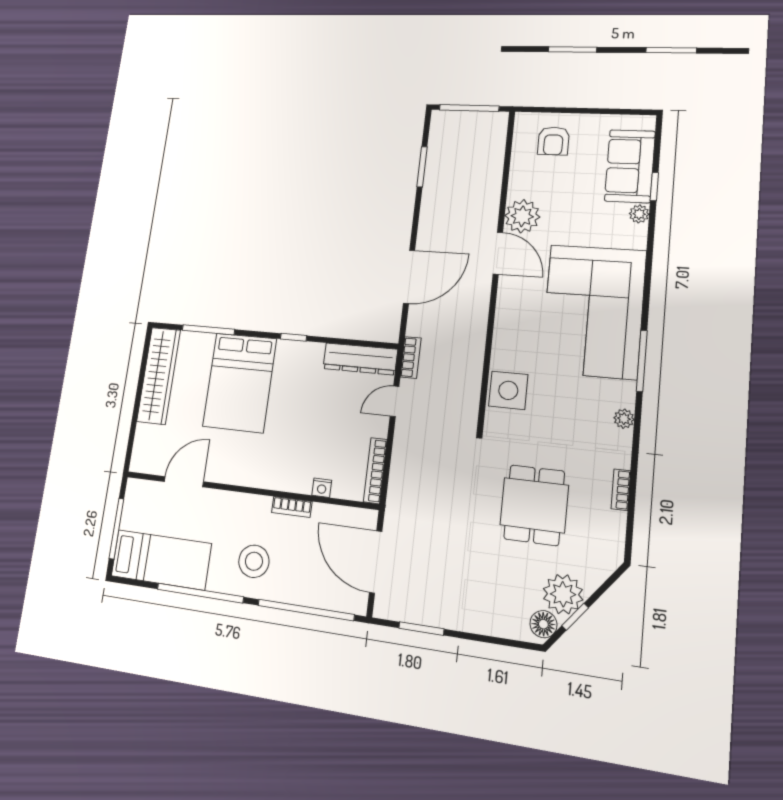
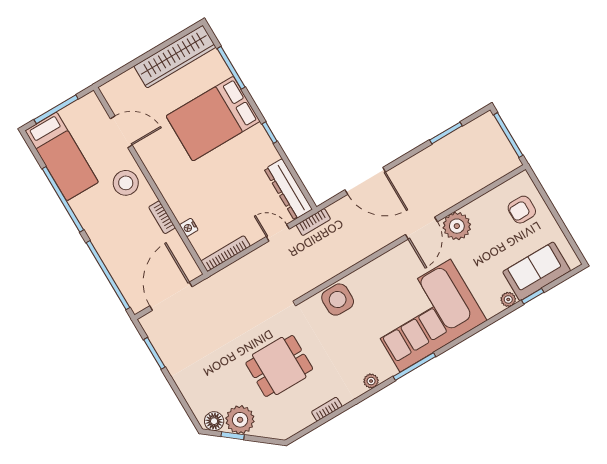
stool: (254, 561) -> (126, 183), moved

